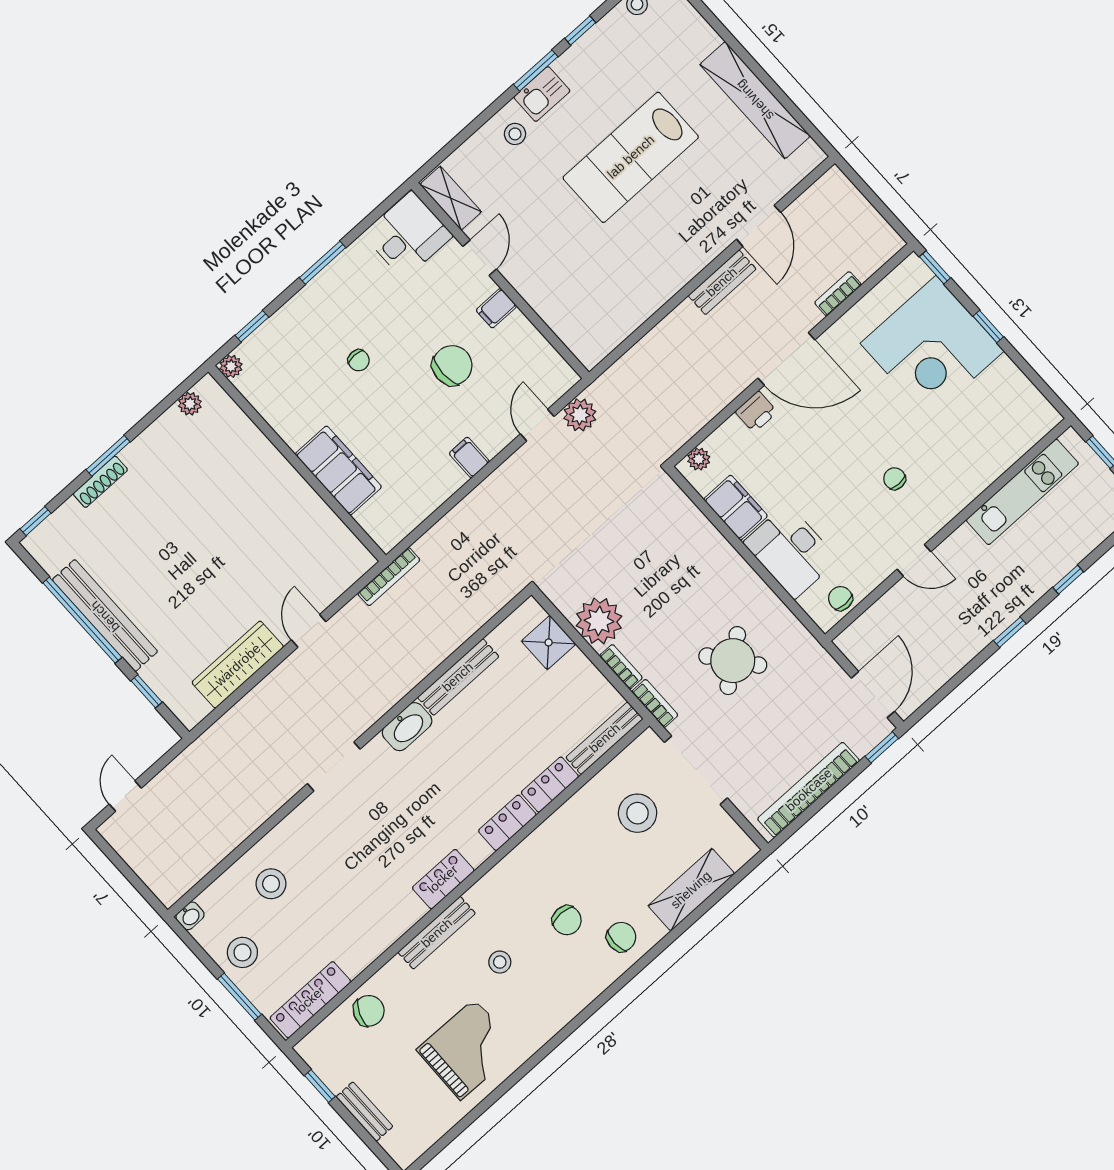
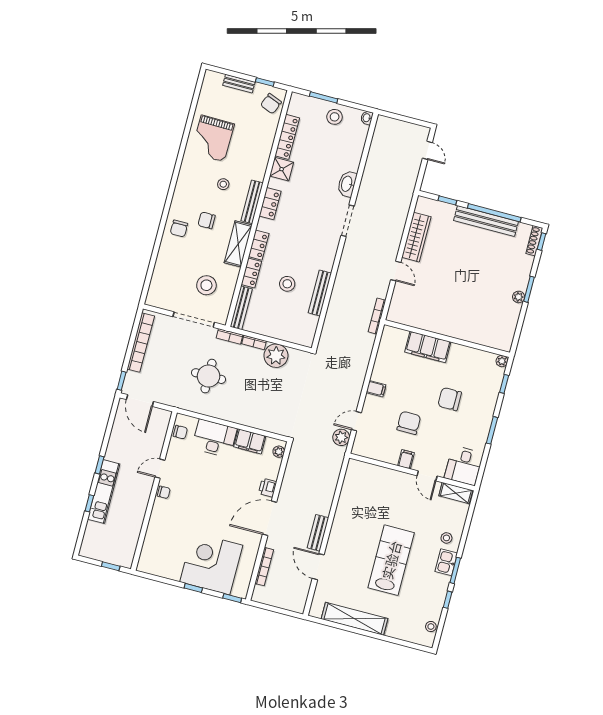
bookcase: (838, 294) -> (264, 567), width x1.56
chair: (359, 360) -> (450, 399), width x1.87, depth x1.87
chair: (452, 365) -> (409, 423), turned 180
plant: (190, 404) -> (519, 297), moved
door: (537, 425) -> (356, 421), swing flipped
chair: (895, 479) -> (164, 492), moved
shoe rack: (100, 482) -> (534, 241), moved
kitchen unit: (1022, 492) -> (104, 492), moved, turned 180
shower: (549, 642) -> (282, 169), moved
round table: (733, 661) -> (209, 376), turned 38
washbasin: (407, 727) -> (347, 184), moved
stool: (271, 884) -> (287, 284), moved
shelving: (691, 890) -> (238, 244), moved
bench: (437, 933) -> (252, 202), moved
locker: (310, 1000) -> (287, 137), moved
chair: (369, 1011) -> (271, 104), moved

